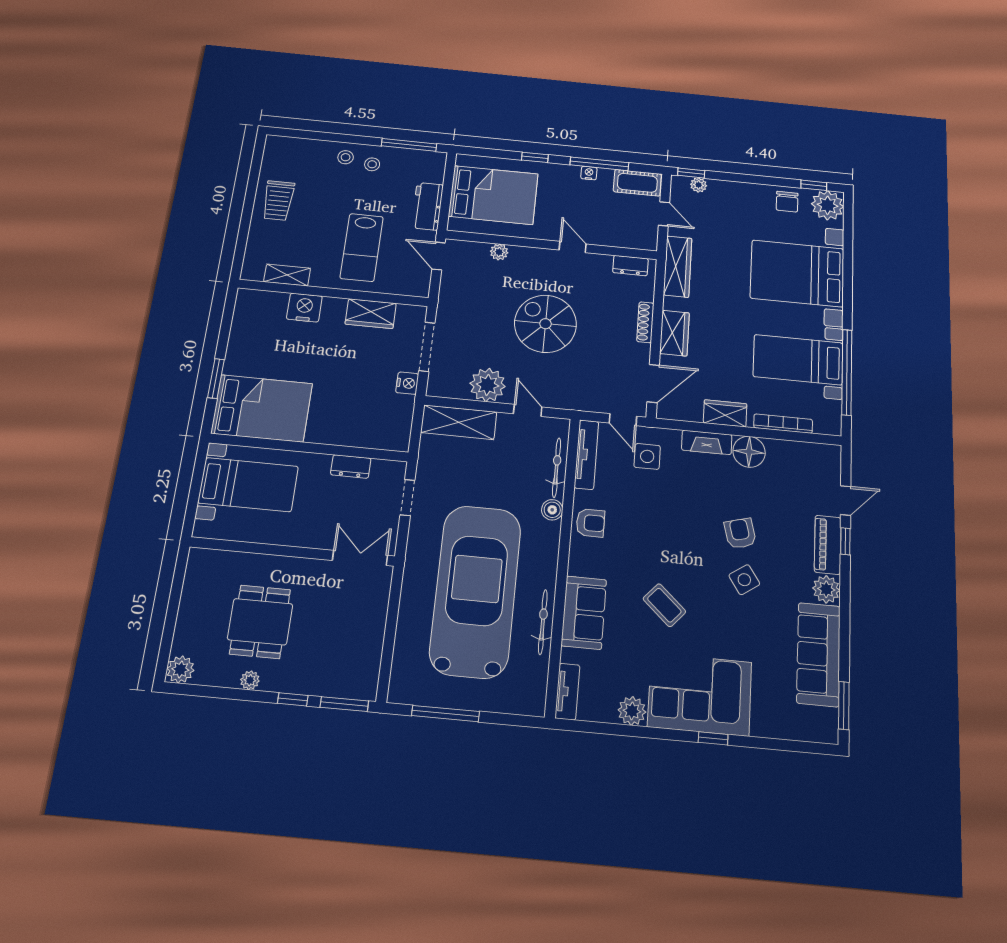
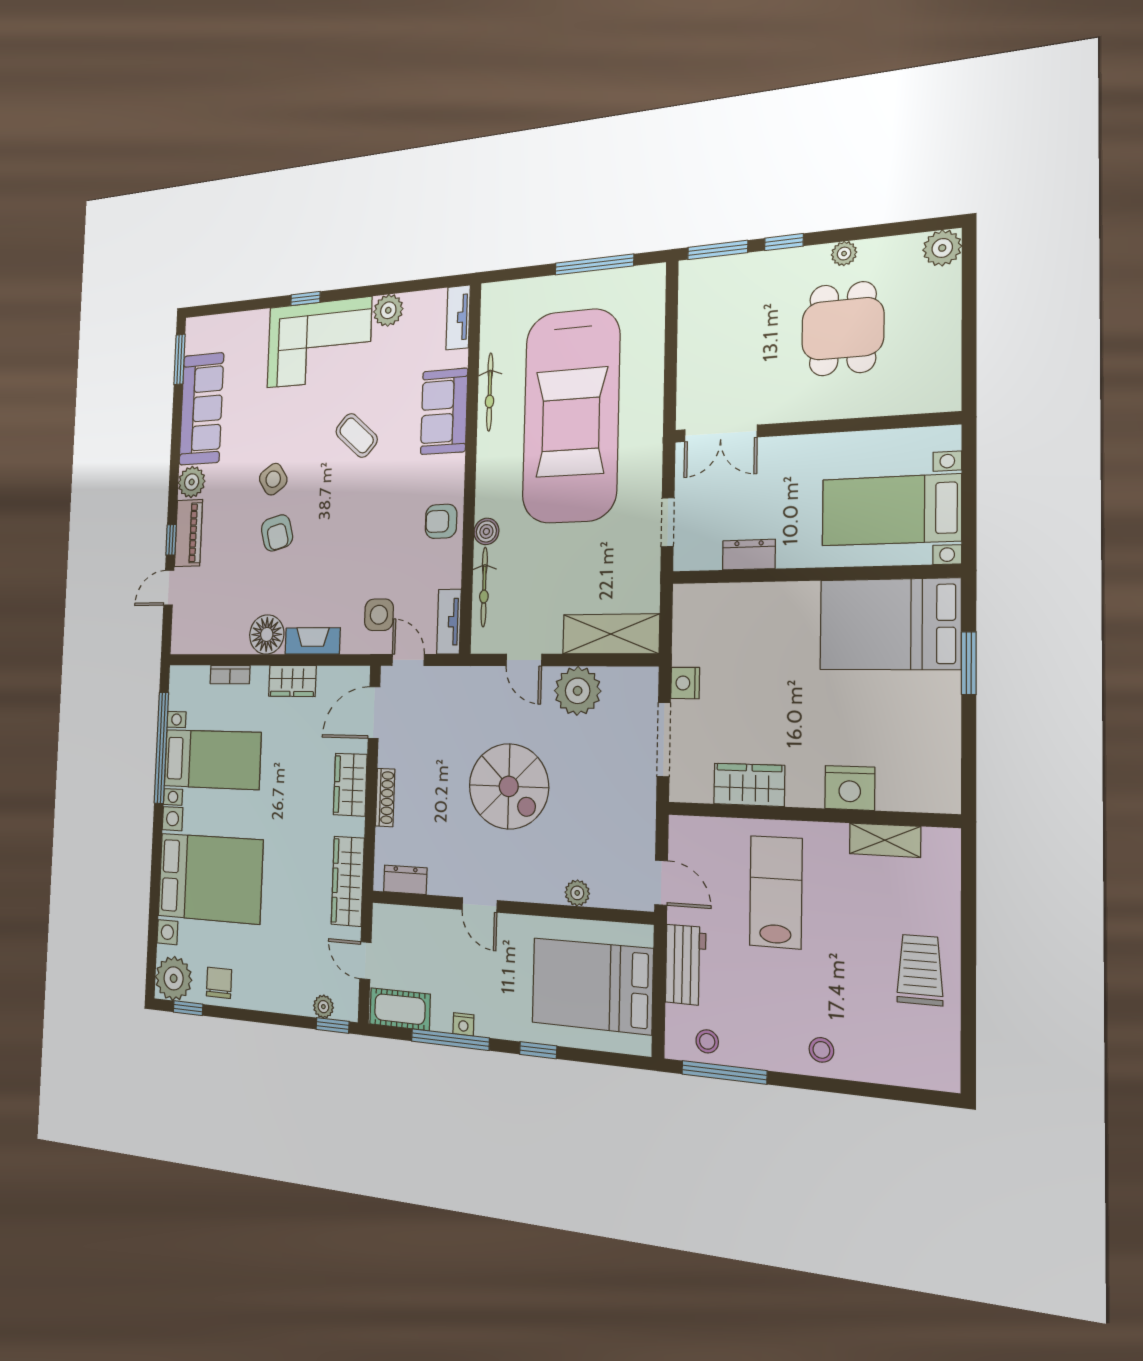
stool: (372, 164) -> (707, 1041), moved
bookcase: (783, 424) -> (230, 675), width x0.64
tv unit: (586, 455) -> (449, 622), width x0.71

